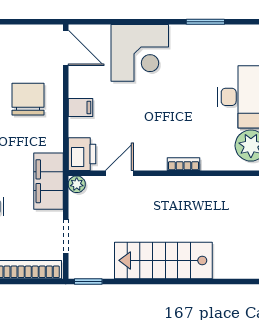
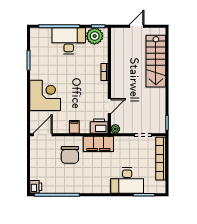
chair: (28, 99) -> (70, 155), turned -90
door: (119, 173) -> (109, 106), swing flipped
filing cabinet: (48, 181) -> (98, 144), moved
stairs: (163, 260) -> (156, 61), moved

